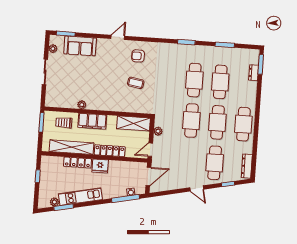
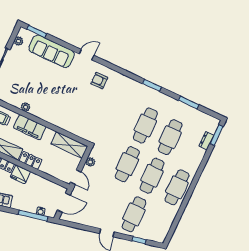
sofa: (80, 46) -> (52, 51), width x1.36
coffee table: (136, 83) -> (87, 106), removed
door: (150, 150) -> (76, 177), swing flipped
locker: (110, 151) -> (30, 160), width x0.66
dresser: (247, 166) -> (164, 230), removed

